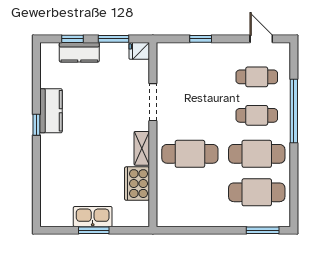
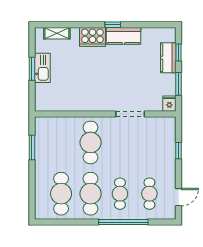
shelving: (142, 148) -> (57, 33), moved
cooker: (137, 184) -> (93, 37), moved, turned 180
window: (263, 230) -> (32, 148), moved

